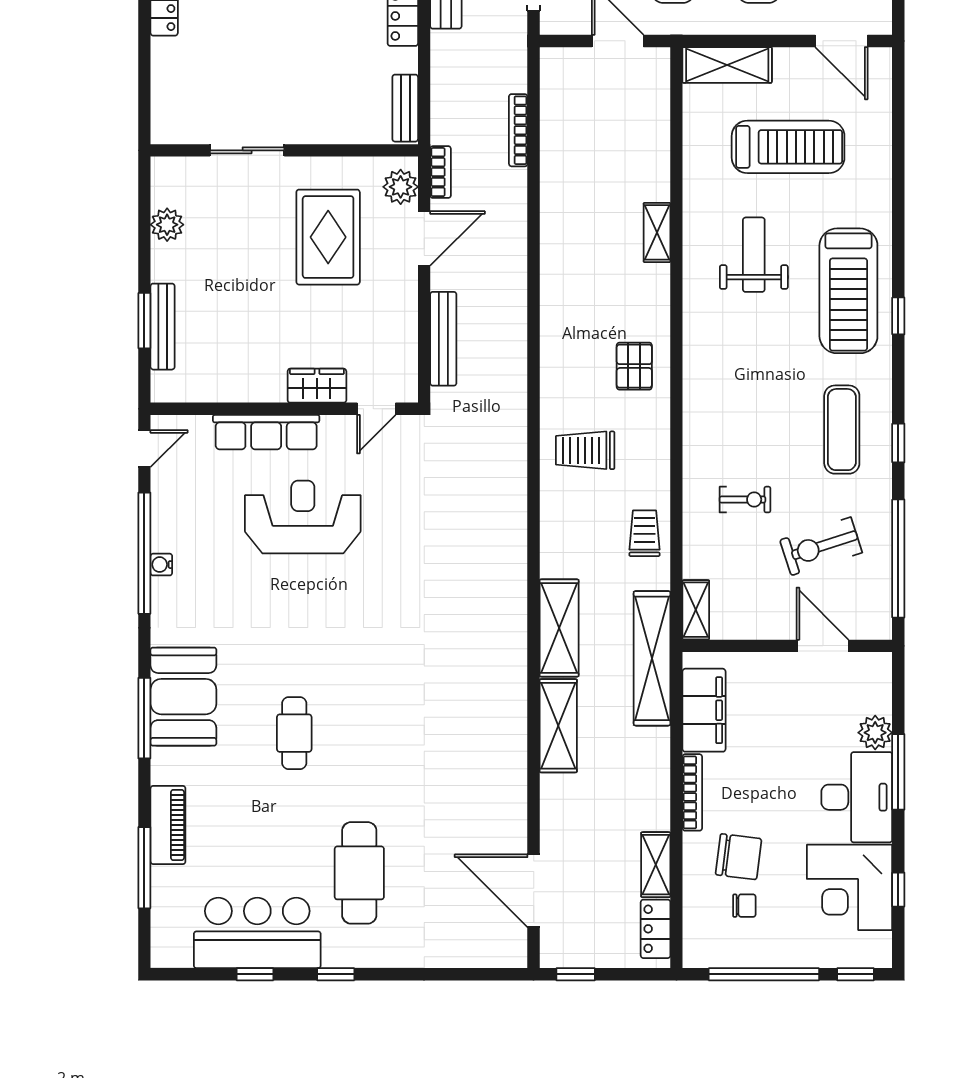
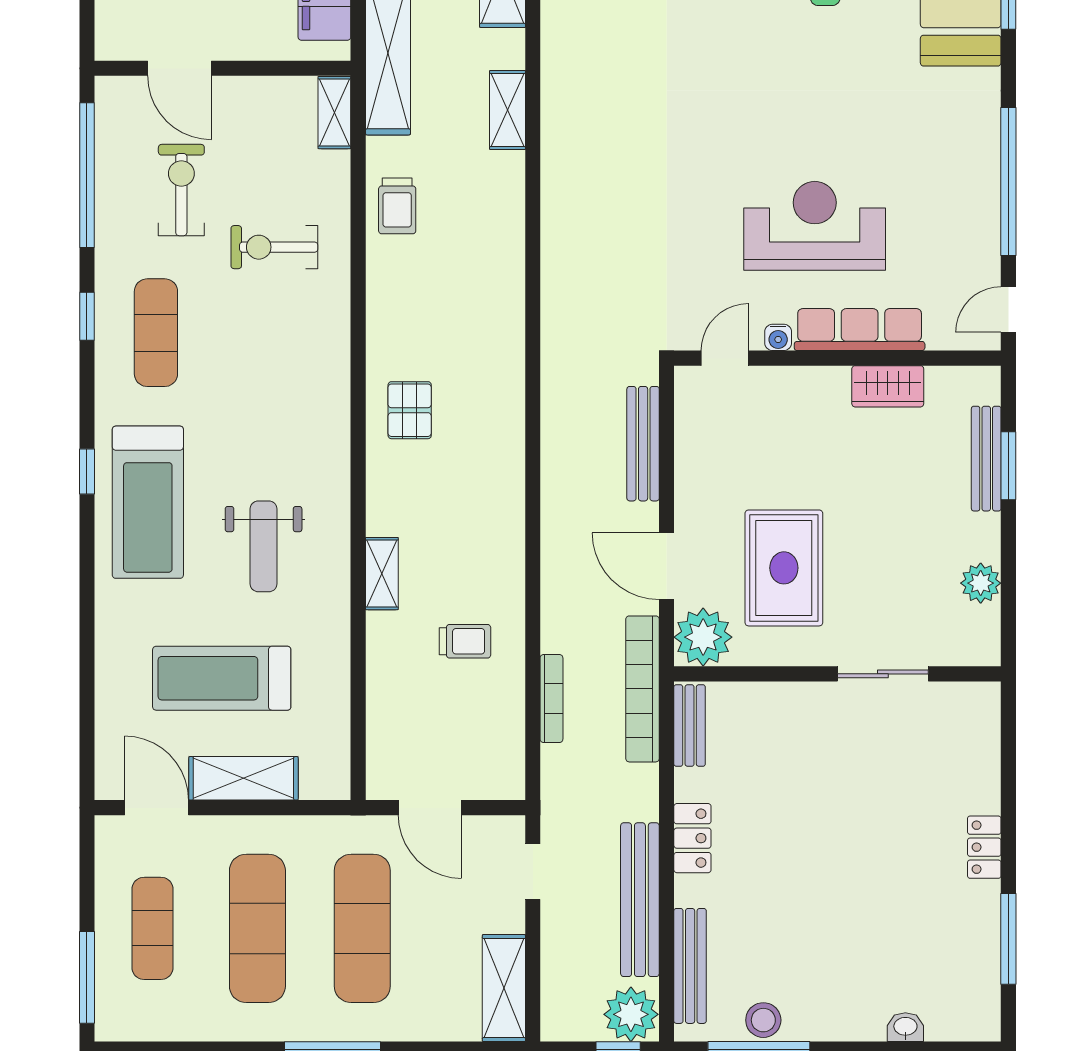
shelving: (727, 65) -> (243, 778), moved
bookcase: (441, 172) -> (642, 689), width x2.31, depth x1.31
plant: (401, 187) -> (703, 637), width x1.36, depth x1.36
door: (424, 238) -> (667, 566), hinge flipped
treadmill: (848, 291) -> (148, 502), turned 180
wardrobe: (317, 386) -> (888, 386), moved
trolley: (585, 450) -> (465, 641), moved, width x0.73, depth x0.72
exercise bike: (745, 500) -> (274, 247), width x1.38, depth x1.39
reception desk: (303, 517) -> (815, 226), turned 180
exercise bike: (821, 546) -> (181, 190), turned -72
water cooler: (161, 565) -> (778, 337), moved, turned 90
shelving: (559, 628) -> (507, 110), width x0.67, depth x0.75

